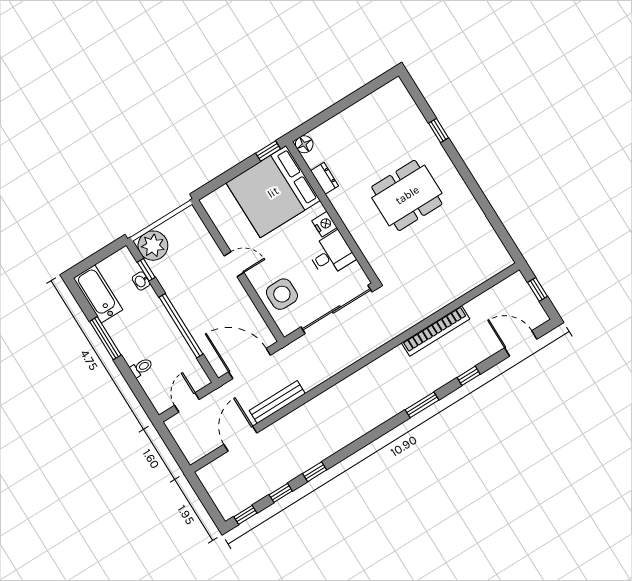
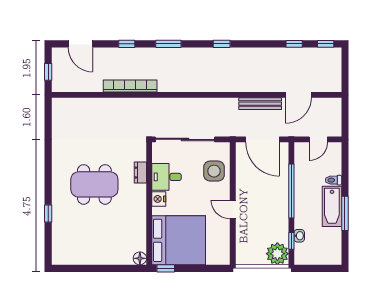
dresser: (325, 178) -> (140, 173), moved
bathtub: (98, 294) -> (332, 206), moved
window: (315, 472) -> (222, 44), moved

